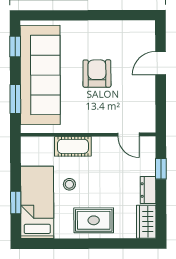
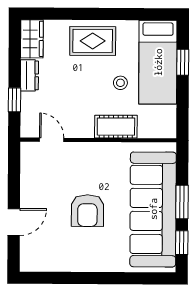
window: (15, 99) -> (182, 202), moved

